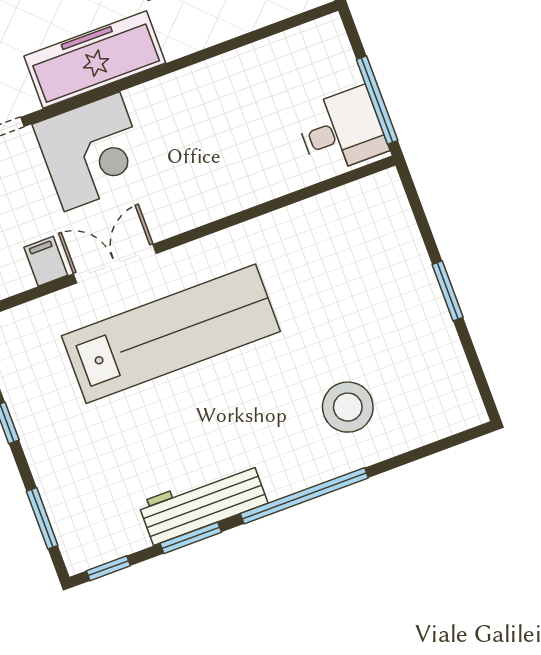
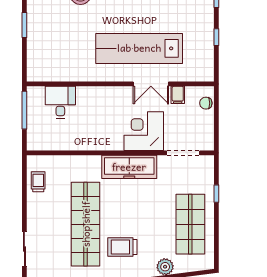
desk: (342, 130) -> (60, 102), moved, turned 90

